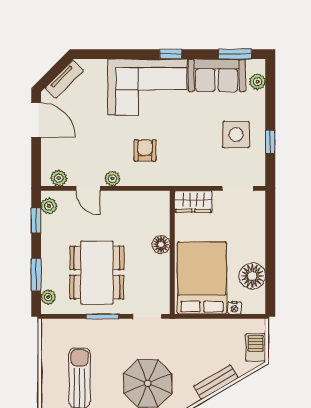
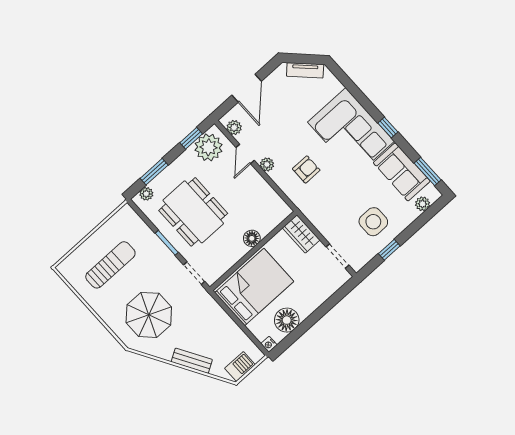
door: (36, 120) -> (247, 88), moved
plant: (49, 206) -> (208, 147), width x1.88, depth x1.88
dining table: (97, 272) -> (193, 212), turned 90
nightstand: (234, 308) -> (269, 344), moved

